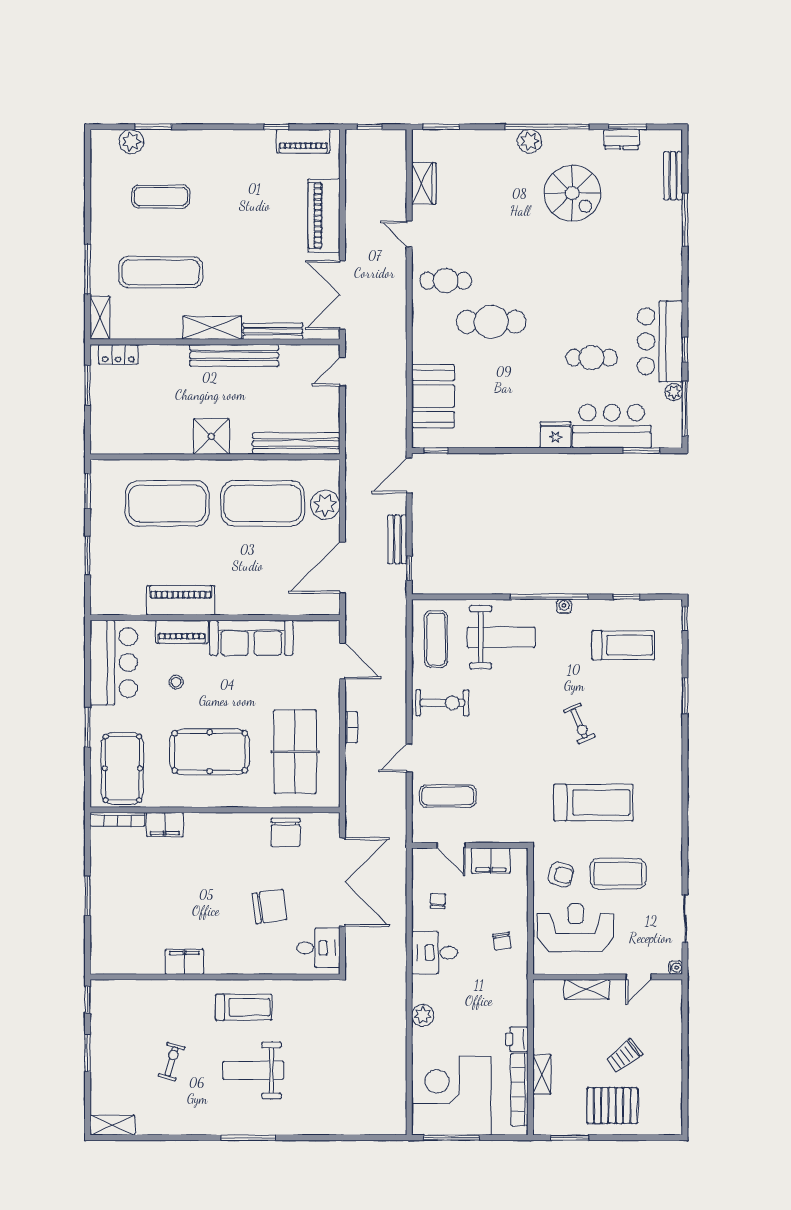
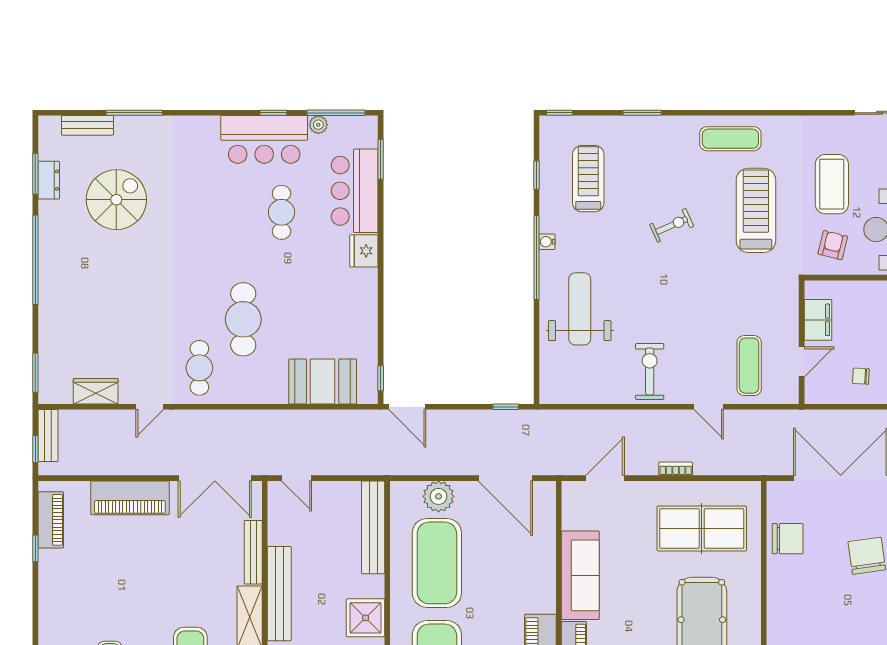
plant: (530, 141) -> (51, 278), removed
spiral stairs: (572, 193) -> (116, 200), moved
bench: (397, 539) -> (48, 436), moved, turned 90
exercise mat: (436, 639) -> (730, 139), moved

